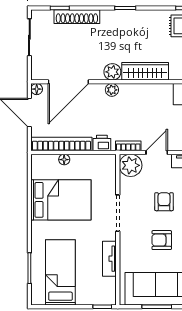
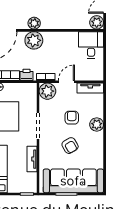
wardrobe: (145, 71) -> (58, 23), removed
plant: (112, 90) -> (34, 40), width x1.87, depth x1.87
armchair: (162, 240) -> (70, 146), turned -121

